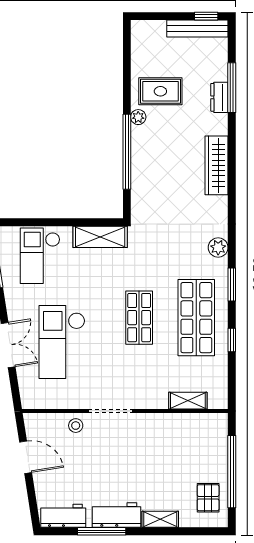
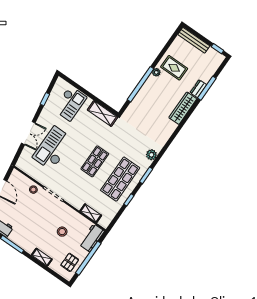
bench: (197, 29) -> (194, 40), moved
wardrobe: (217, 165) -> (183, 108), moved
checkout: (40, 256) -> (70, 103), turned 180
stool: (164, 459) -> (62, 232), added
workbench: (116, 515) -> (92, 238), moved, turned -90

